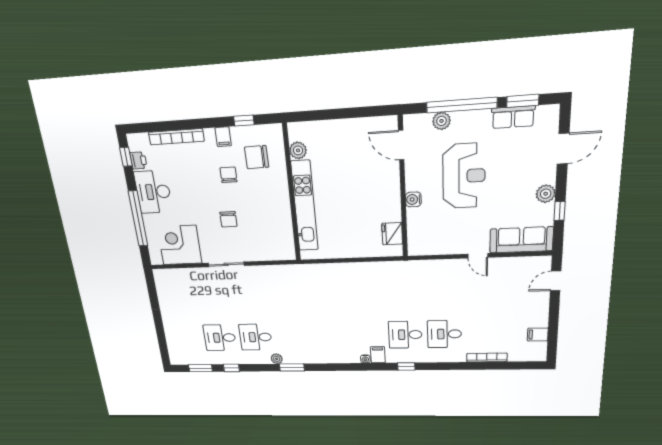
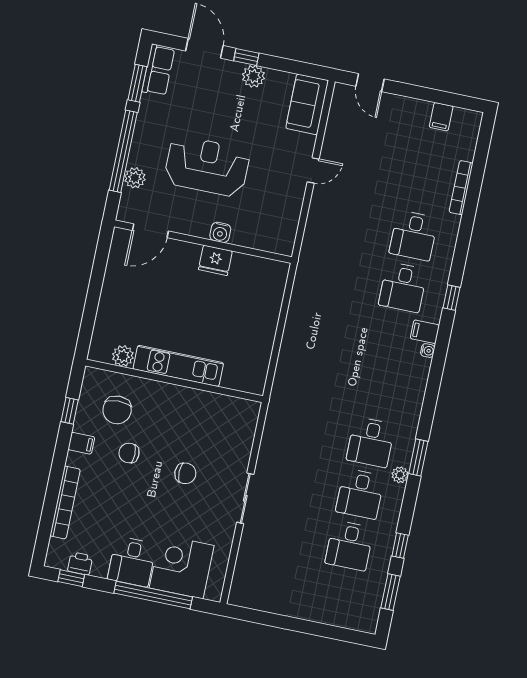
row of seats: (513, 117) -> (158, 70), moved
desk: (153, 192) -> (132, 562), width x0.73
kitchen unit: (305, 206) -> (178, 366), width x0.73
window: (560, 211) -> (246, 57), moved
fridge: (392, 234) -> (215, 260), moved
sofa: (521, 240) -> (307, 104), width x0.73
corner desk: (180, 245) -> (182, 567), moved, turned 90
desk: (292, 337) -> (371, 442), added

